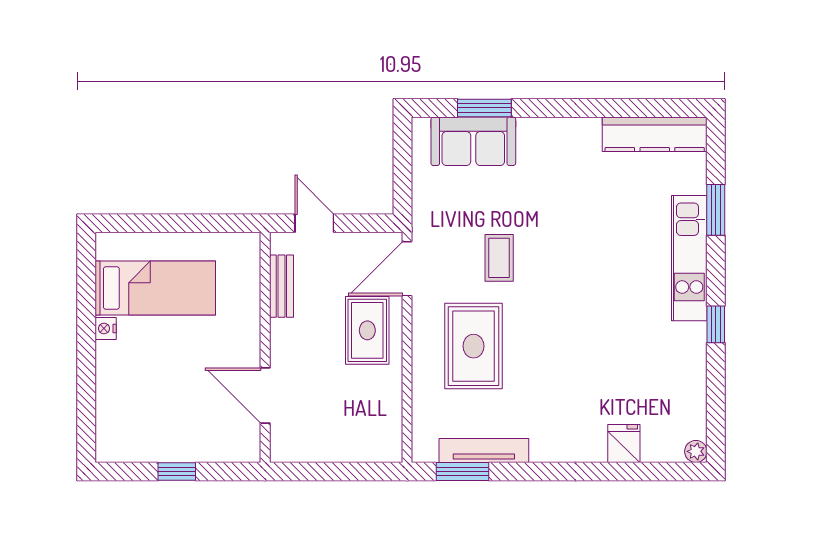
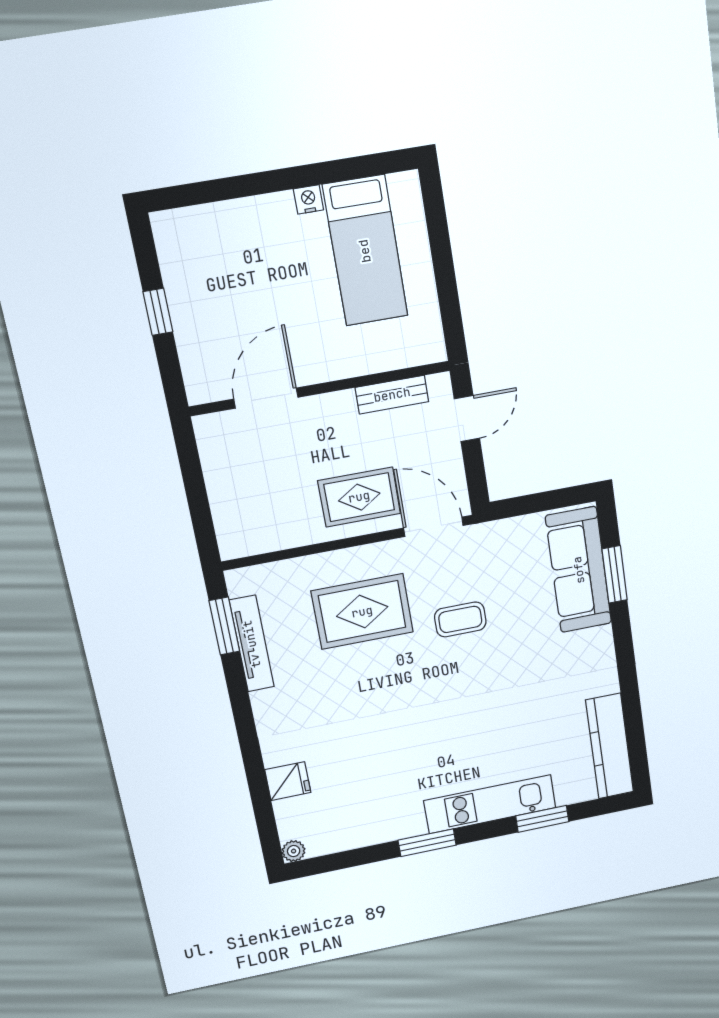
sofa: (473, 141) -> (579, 570), width x1.36
window: (716, 324) -> (427, 843), width x1.50

